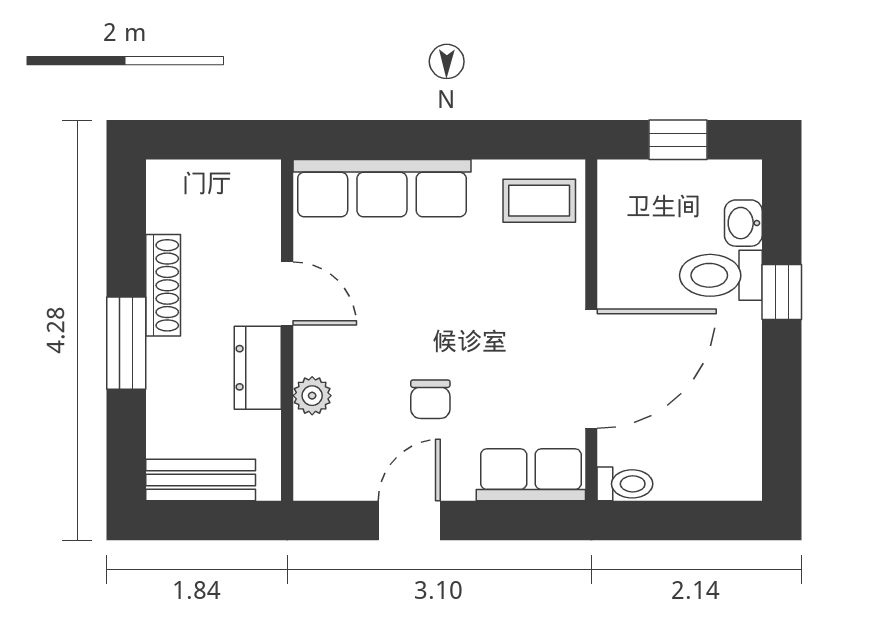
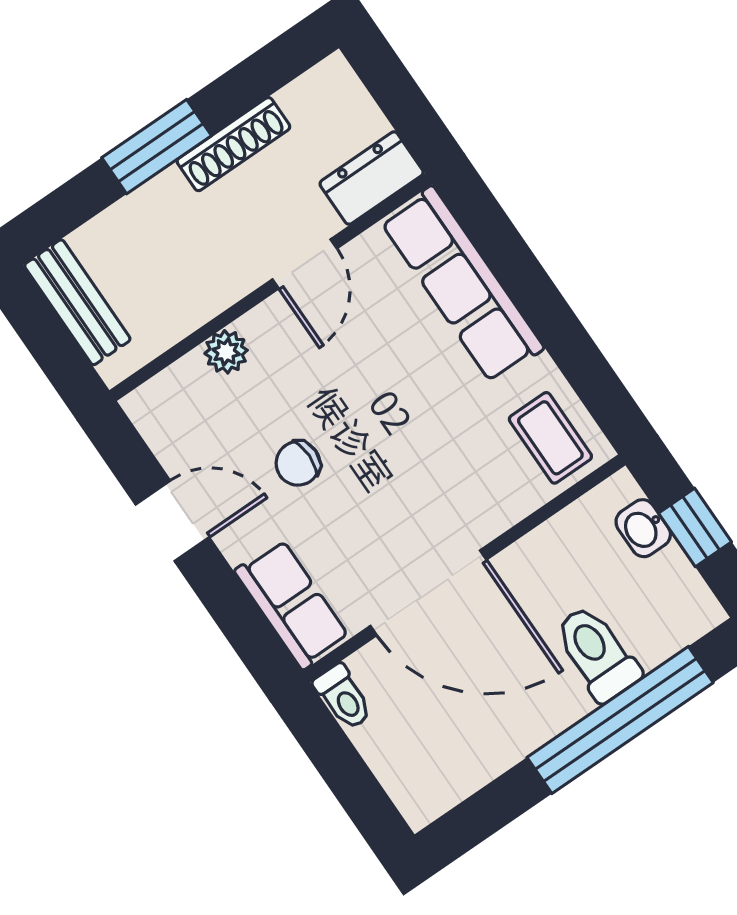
washbasin: (743, 223) -> (643, 528), moved, turned -90
window: (782, 292) -> (620, 720), width x3.17
dresser: (258, 368) -> (372, 178), moved

